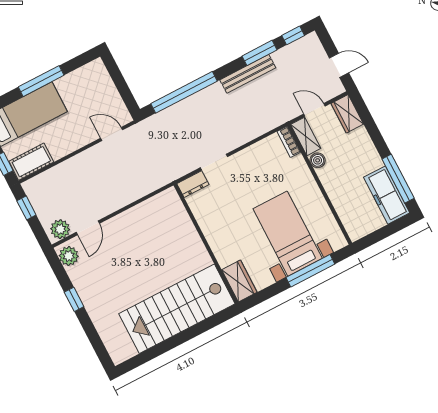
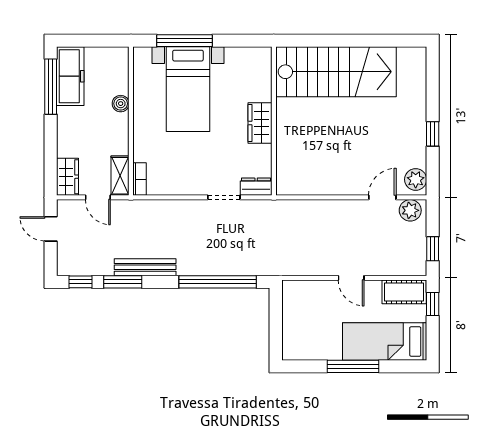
door: (112, 134) -> (351, 278), moved
boiler: (318, 160) -> (121, 104), moved
wardrobe: (239, 281) -> (260, 123), moved

